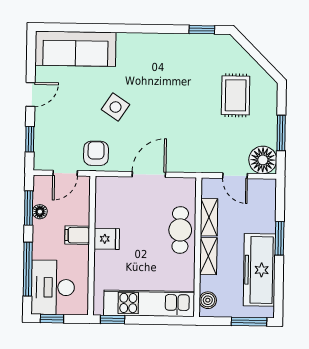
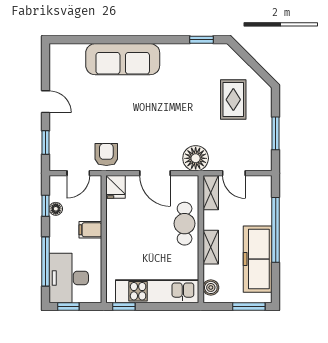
sofa: (75, 49) -> (123, 59), moved
door: (30, 95) -> (45, 102), hinge flipped
side table: (116, 107) -> (124, 112), removed
floor lamp: (263, 160) -> (196, 158), moved
door: (149, 174) -> (155, 173), swing flipped
window: (29, 208) -> (45, 206), width x0.67
shelving: (209, 217) -> (211, 193), moved
window: (279, 238) -> (276, 230), width x2.11
fridge: (107, 239) -> (116, 187), moved, turned 90

